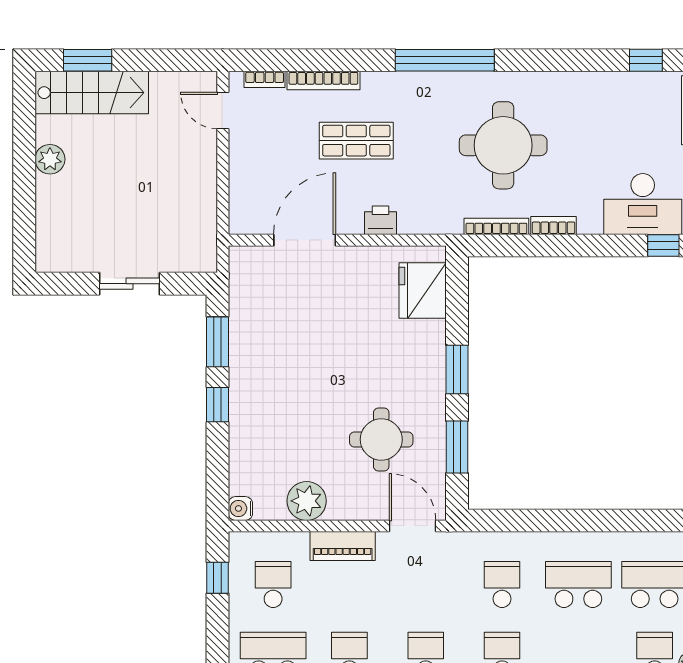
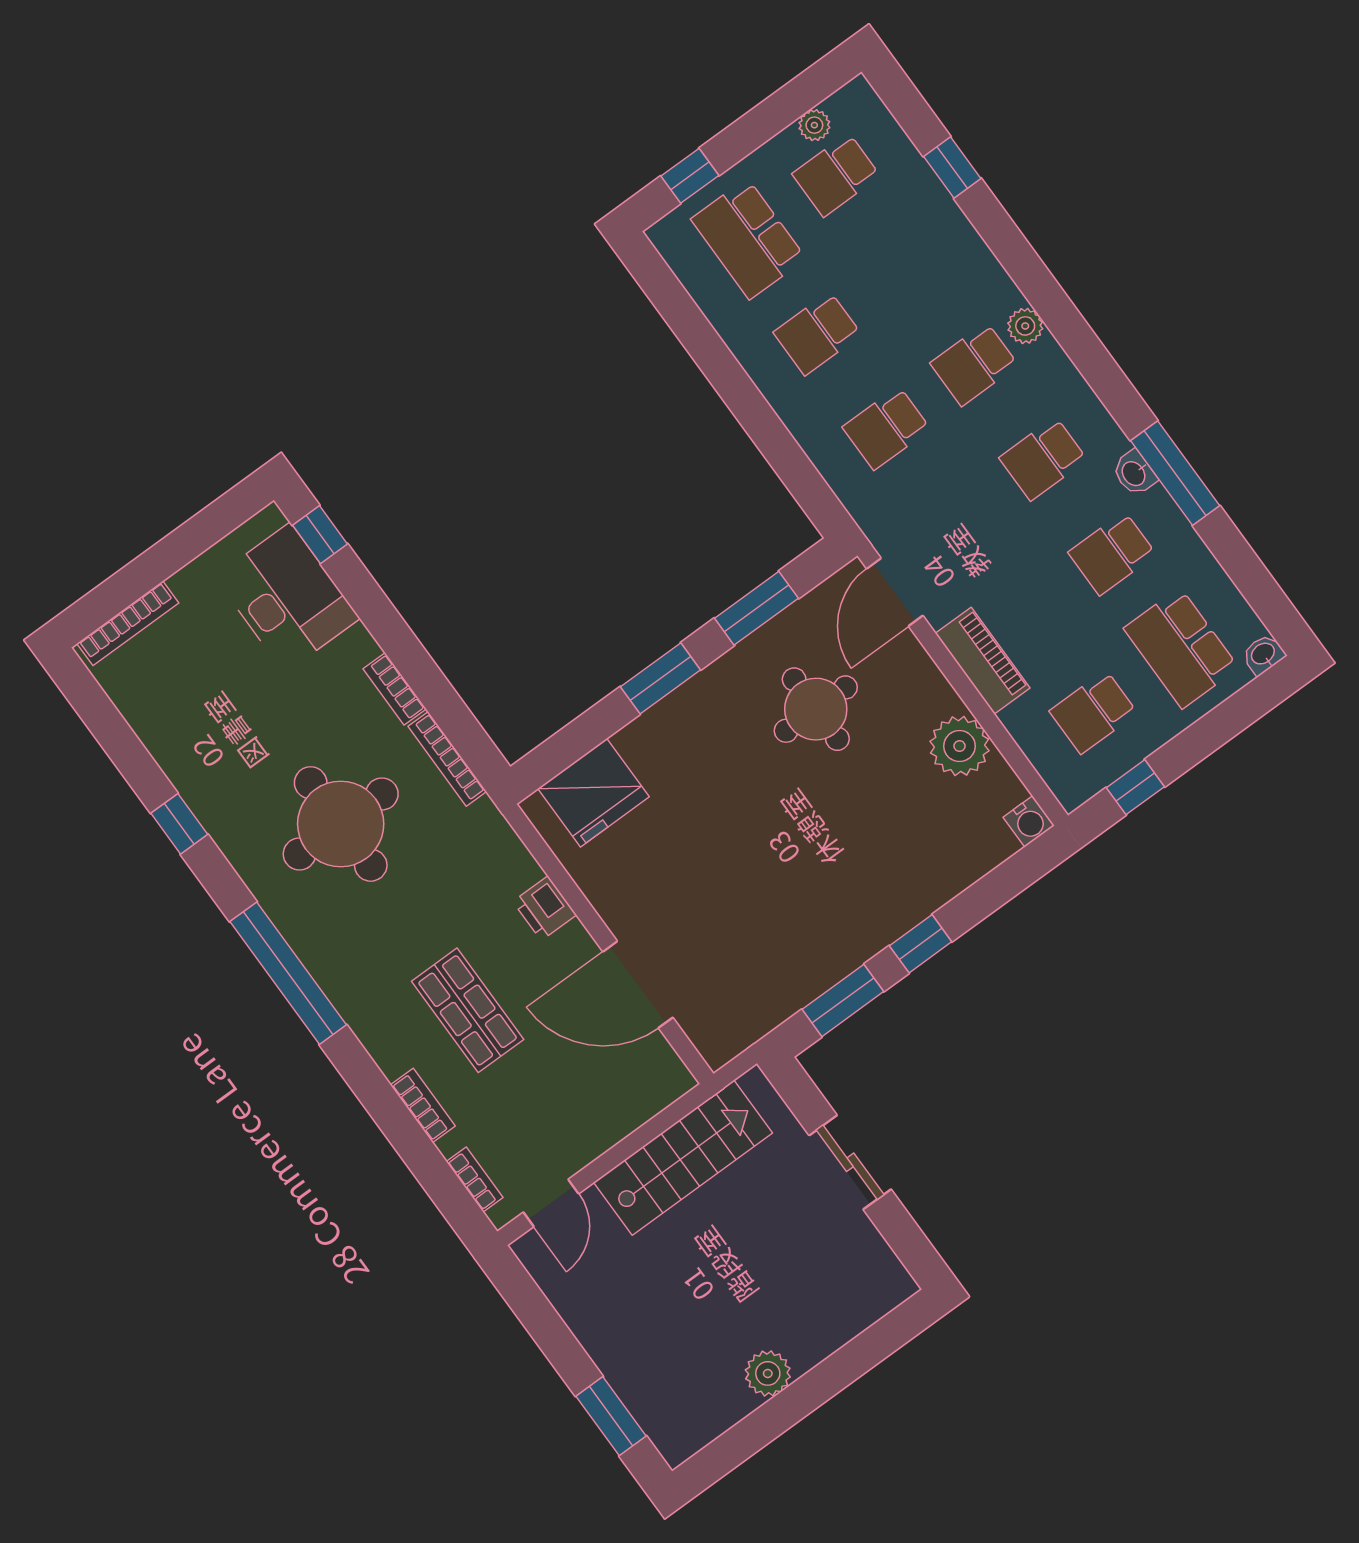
window: (646, 60) -> (179, 824), moved
bookcase: (323, 81) -> (423, 1105), width x0.64
stairs: (92, 93) -> (683, 1158), moved, turned 90
school desk: (578, 585) -> (817, 333), width x0.54

